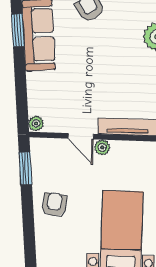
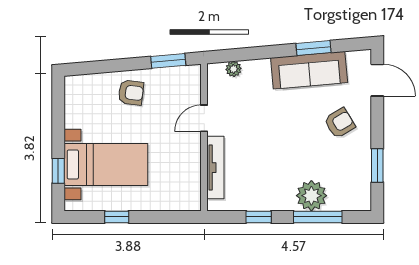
plant: (36, 123) -> (234, 69), moved
plant: (102, 147) -> (193, 141), removed

